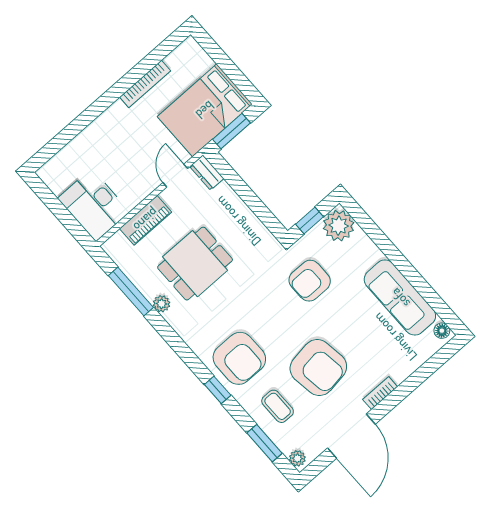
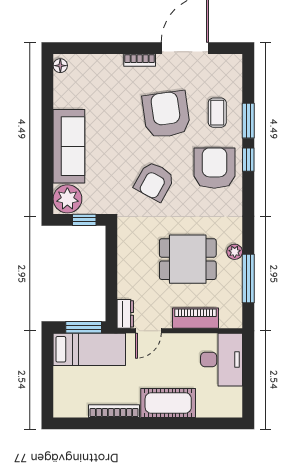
bed: (205, 110) -> (89, 349), width x0.67
cot: (106, 130) -> (168, 403), added
armchair: (310, 281) -> (154, 181), moved, turned 119
sofa: (400, 298) -> (69, 146), moved
window: (264, 443) -> (248, 121), moved
plant: (297, 458) -> (235, 65), removed

